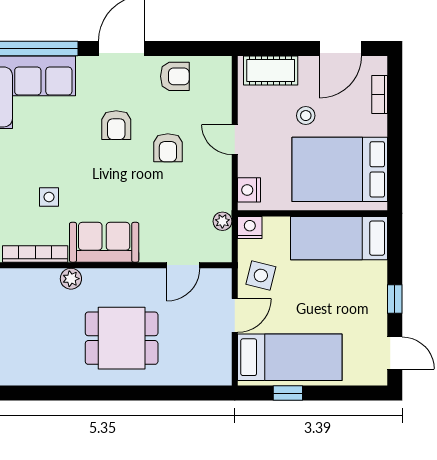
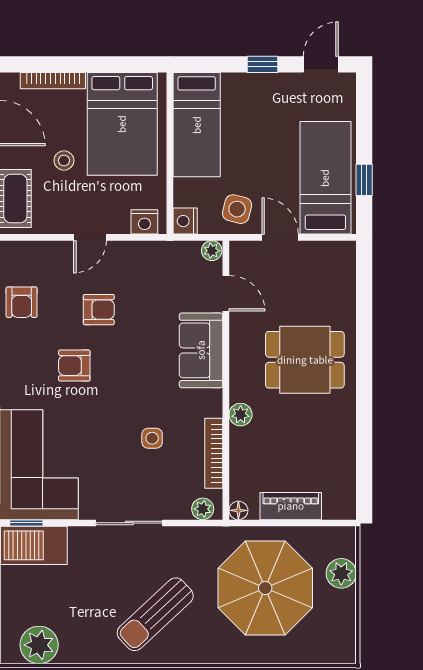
armchair: (175, 76) -> (22, 302), turned 180
bookcase: (380, 94) -> (53, 81), width x1.56
armchair: (116, 125) -> (74, 366), turned 180
plant: (222, 221) -> (212, 251), moved
sofa: (104, 242) -> (201, 350), moved
dining table: (122, 338) -> (305, 360), turned 90

